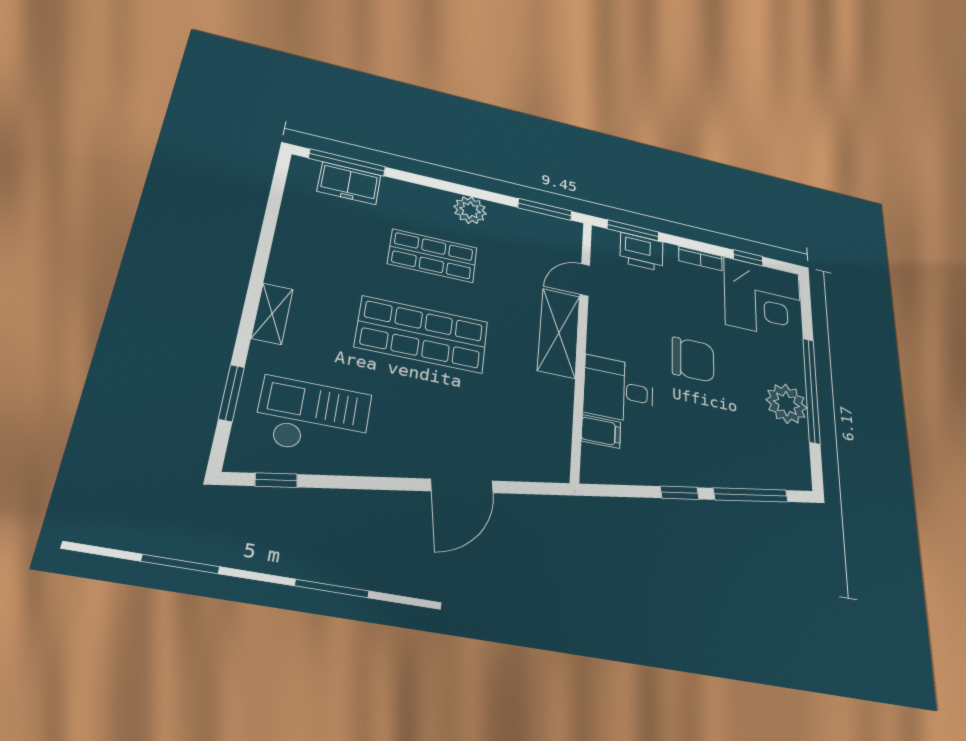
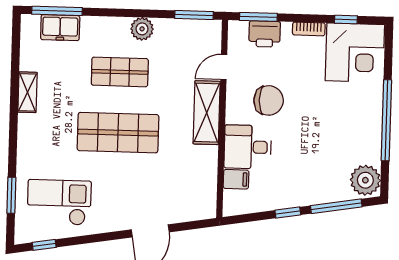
shelving: (272, 314) -> (28, 92), moved
chair: (693, 359) -> (269, 100), moved
plant: (786, 404) -> (365, 180), moved

